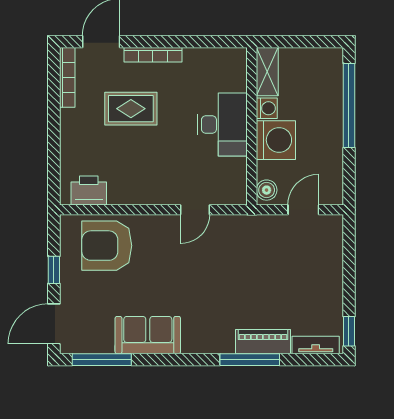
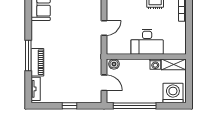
window: (349, 106) -> (135, 106), moved
washing machine: (276, 140) -> (173, 93), moved, turned 180
door: (195, 210) -> (104, 28), swing flipped
window: (349, 331) -> (70, 106), moved

